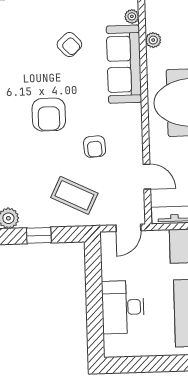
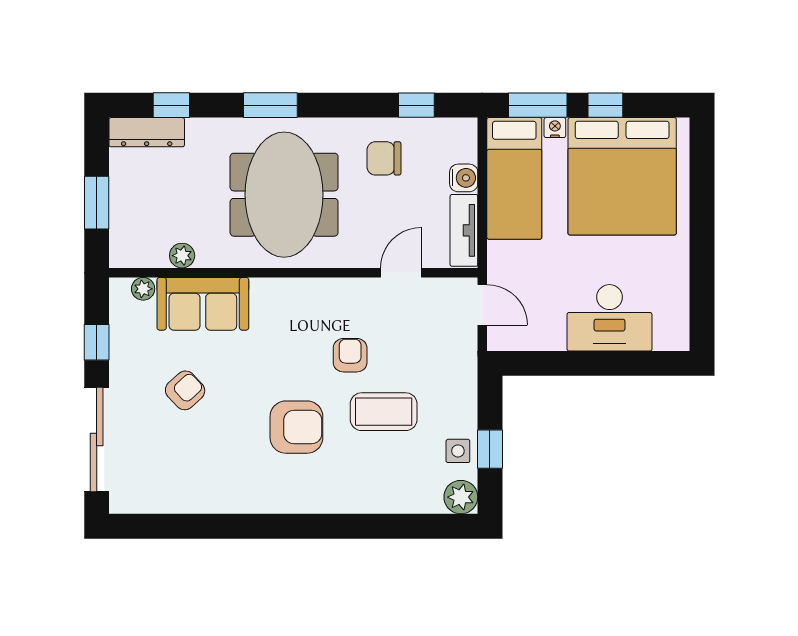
sofa: (124, 64) -> (203, 304), width x0.73
armchair: (95, 147) -> (350, 355), turned -86
coffee table: (74, 195) -> (384, 412), moved, turned 64
side table: (37, 215) -> (458, 451), added

